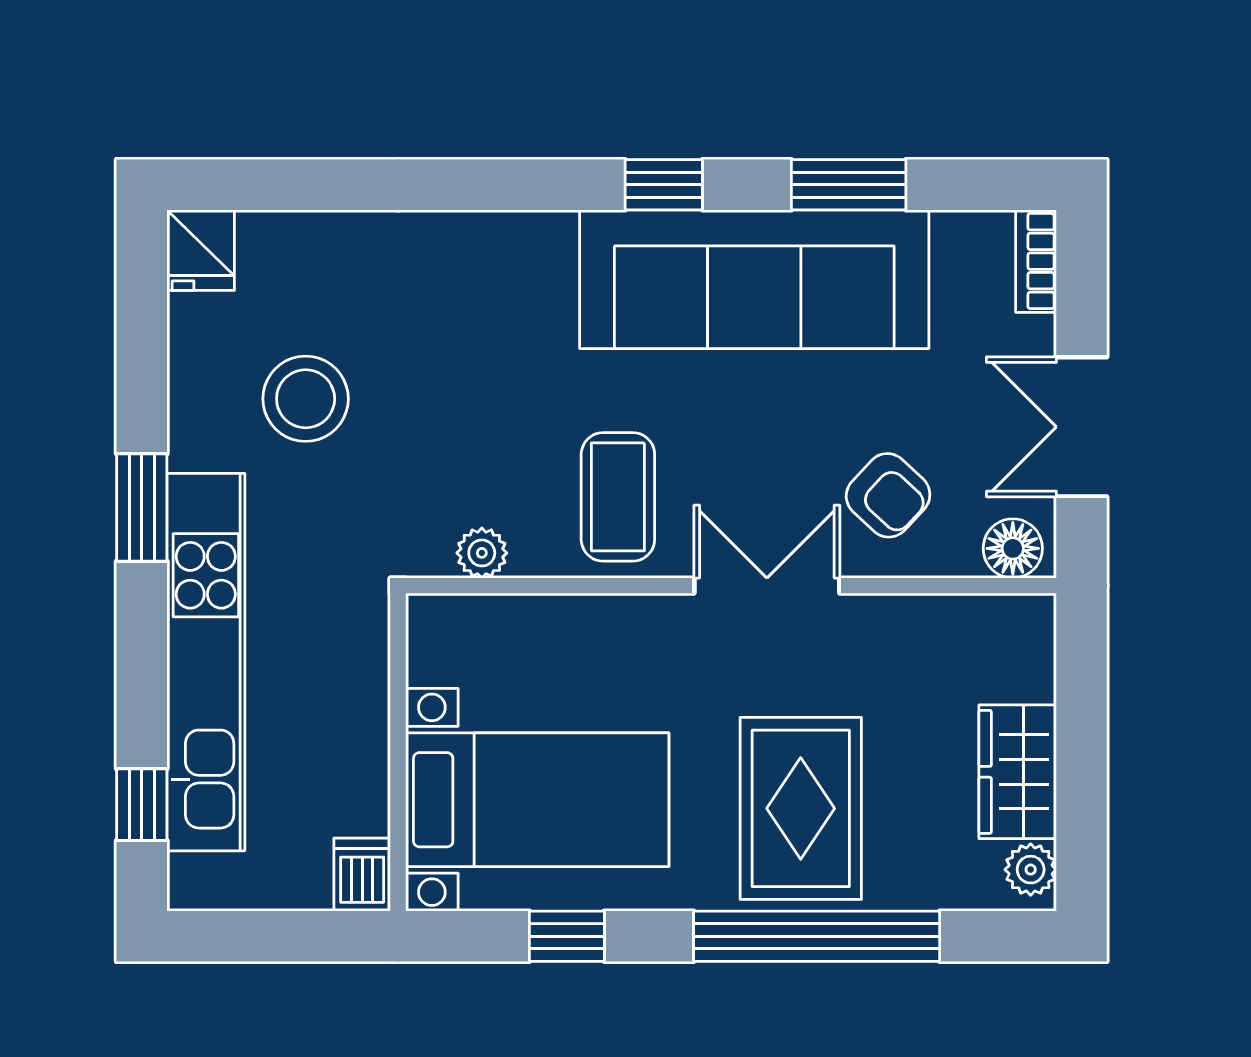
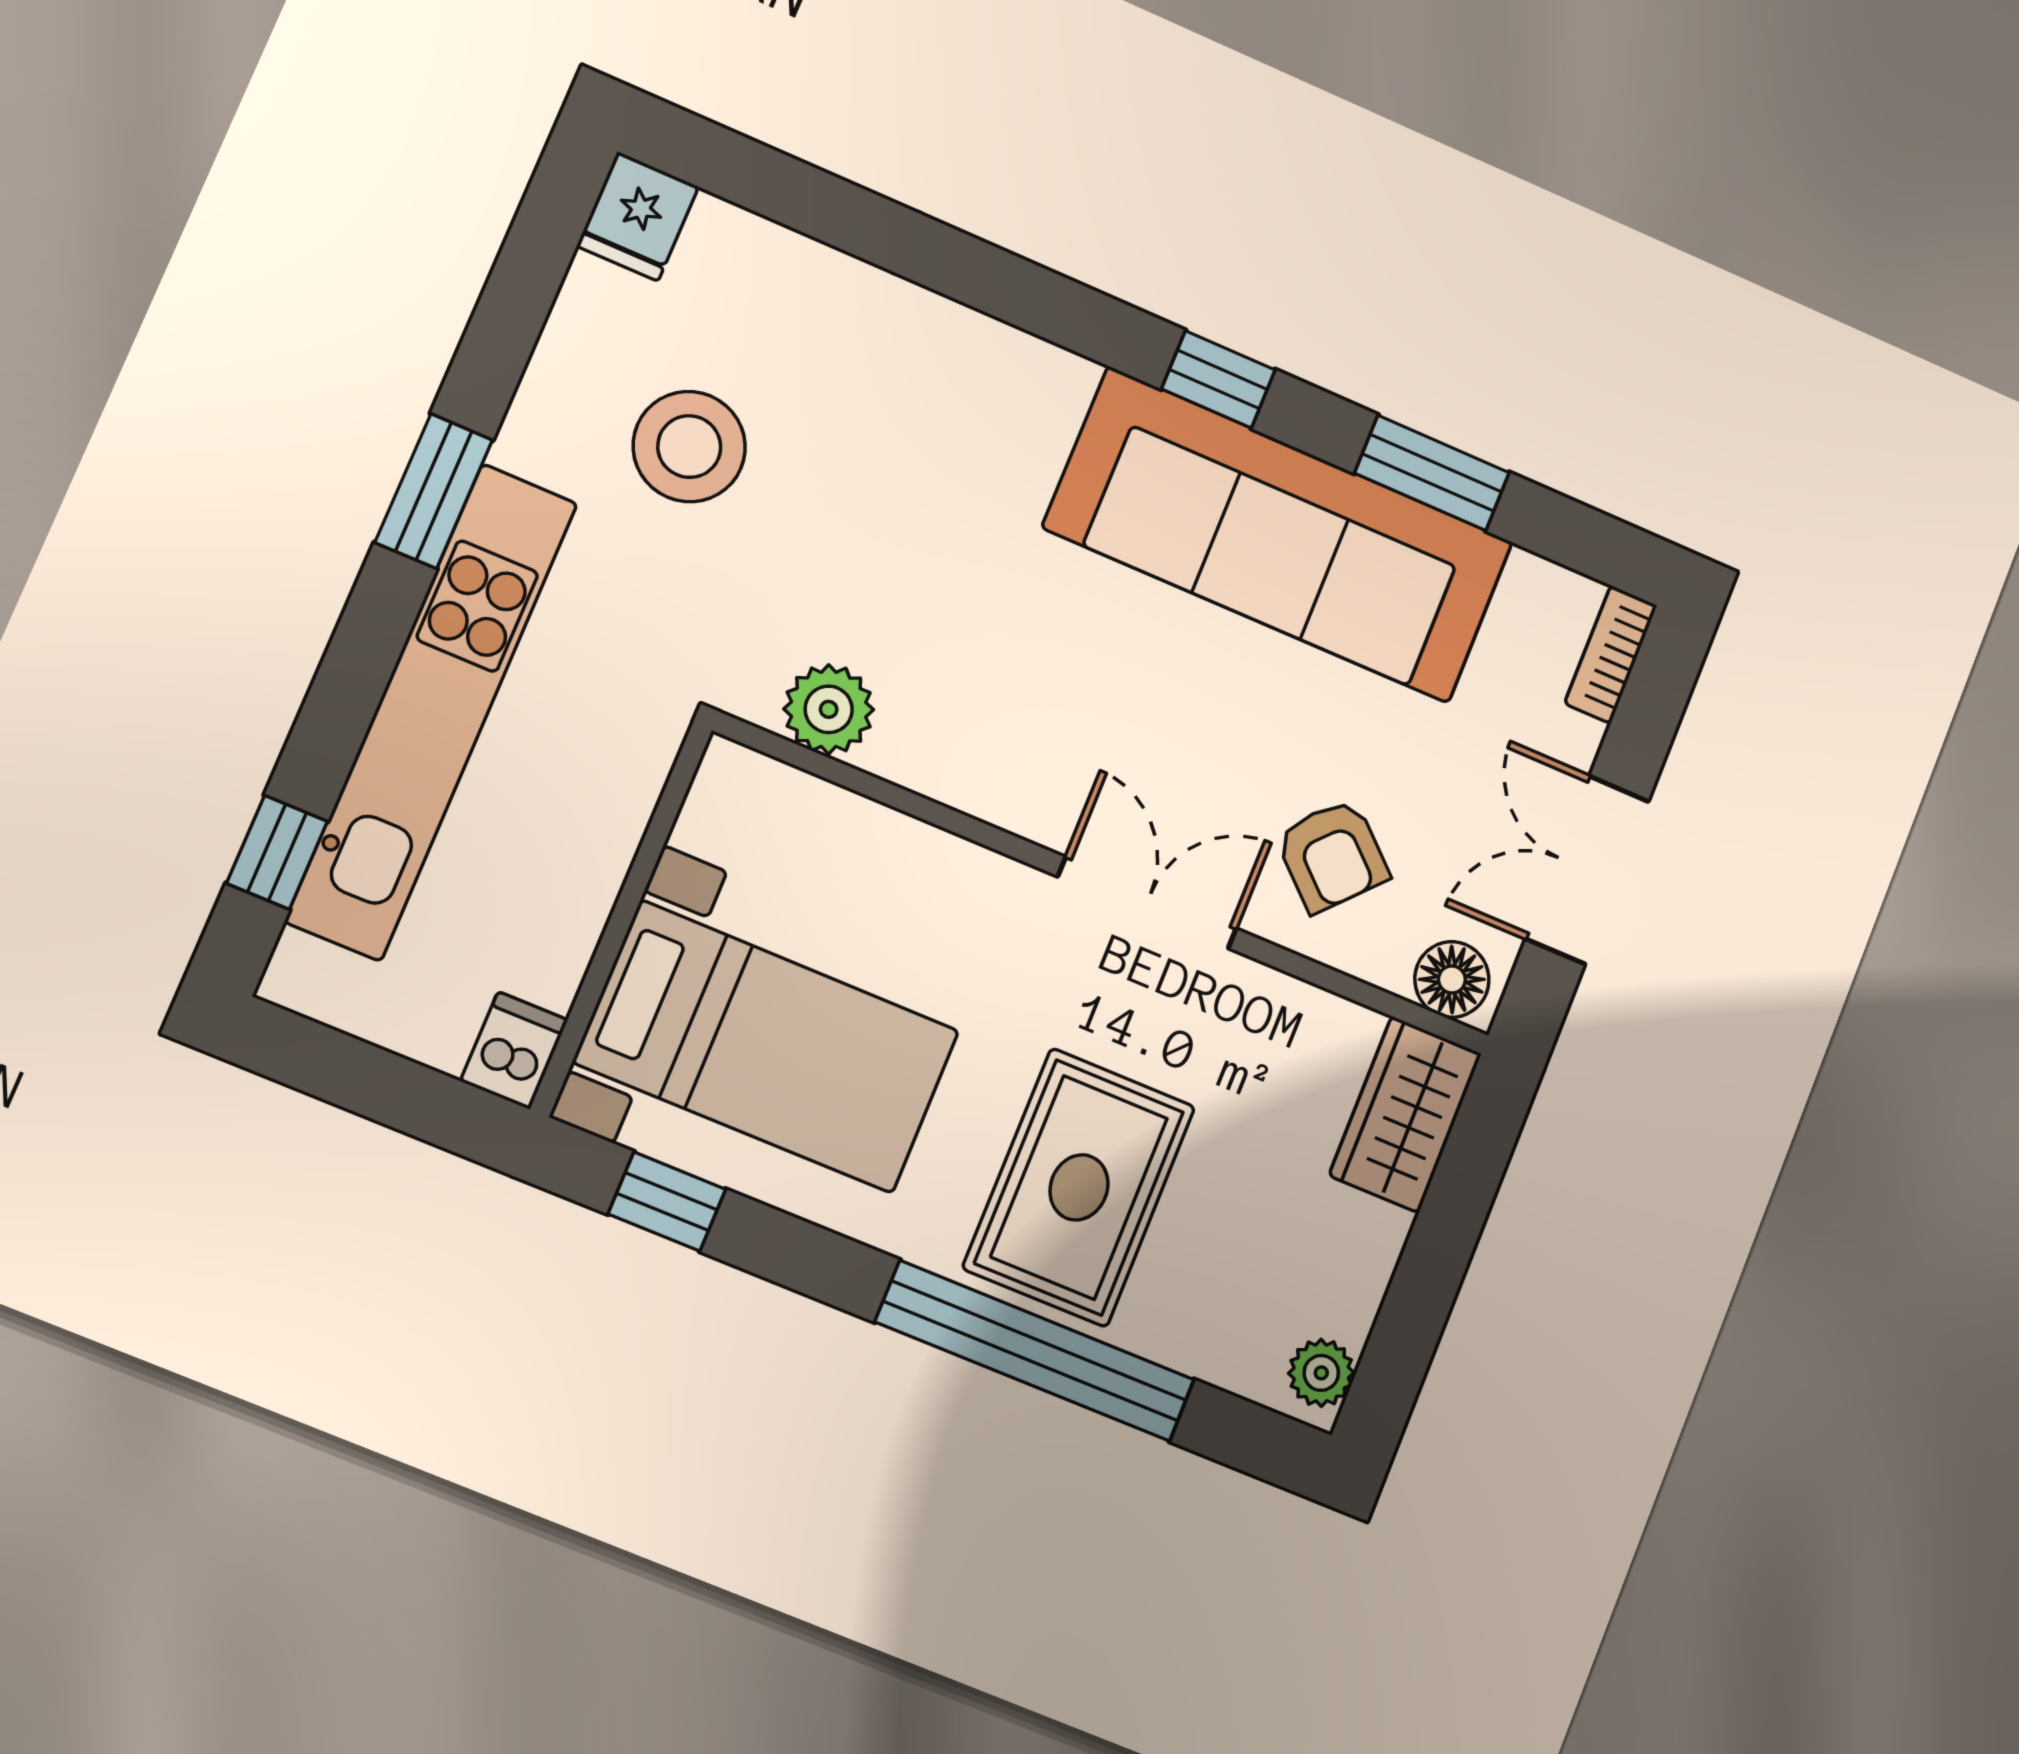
coffee table: (618, 497) -> (1014, 723), removed
plant: (482, 553) -> (829, 709), width x1.38, depth x1.38
wardrobe: (1018, 772) -> (1405, 1114), moved
window: (567, 936) -> (667, 1202), moved

